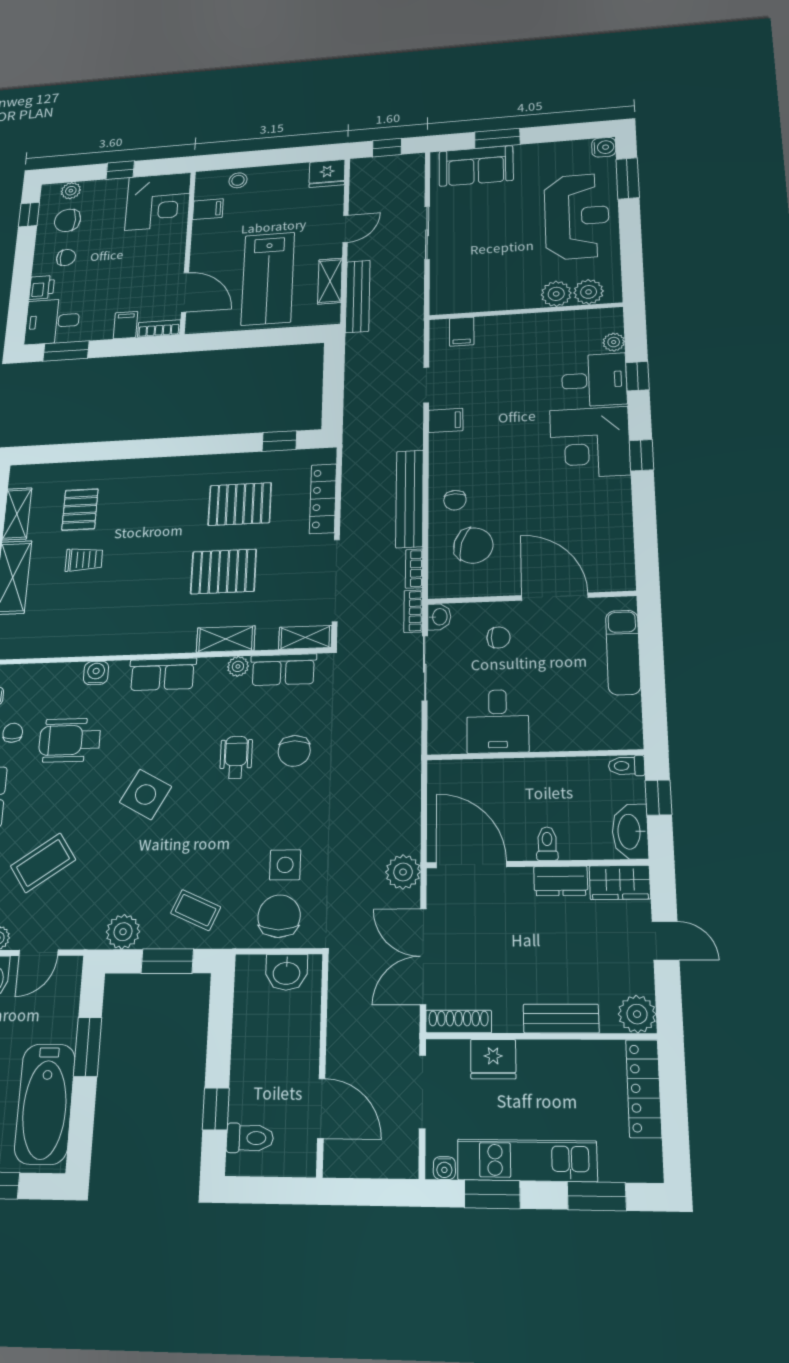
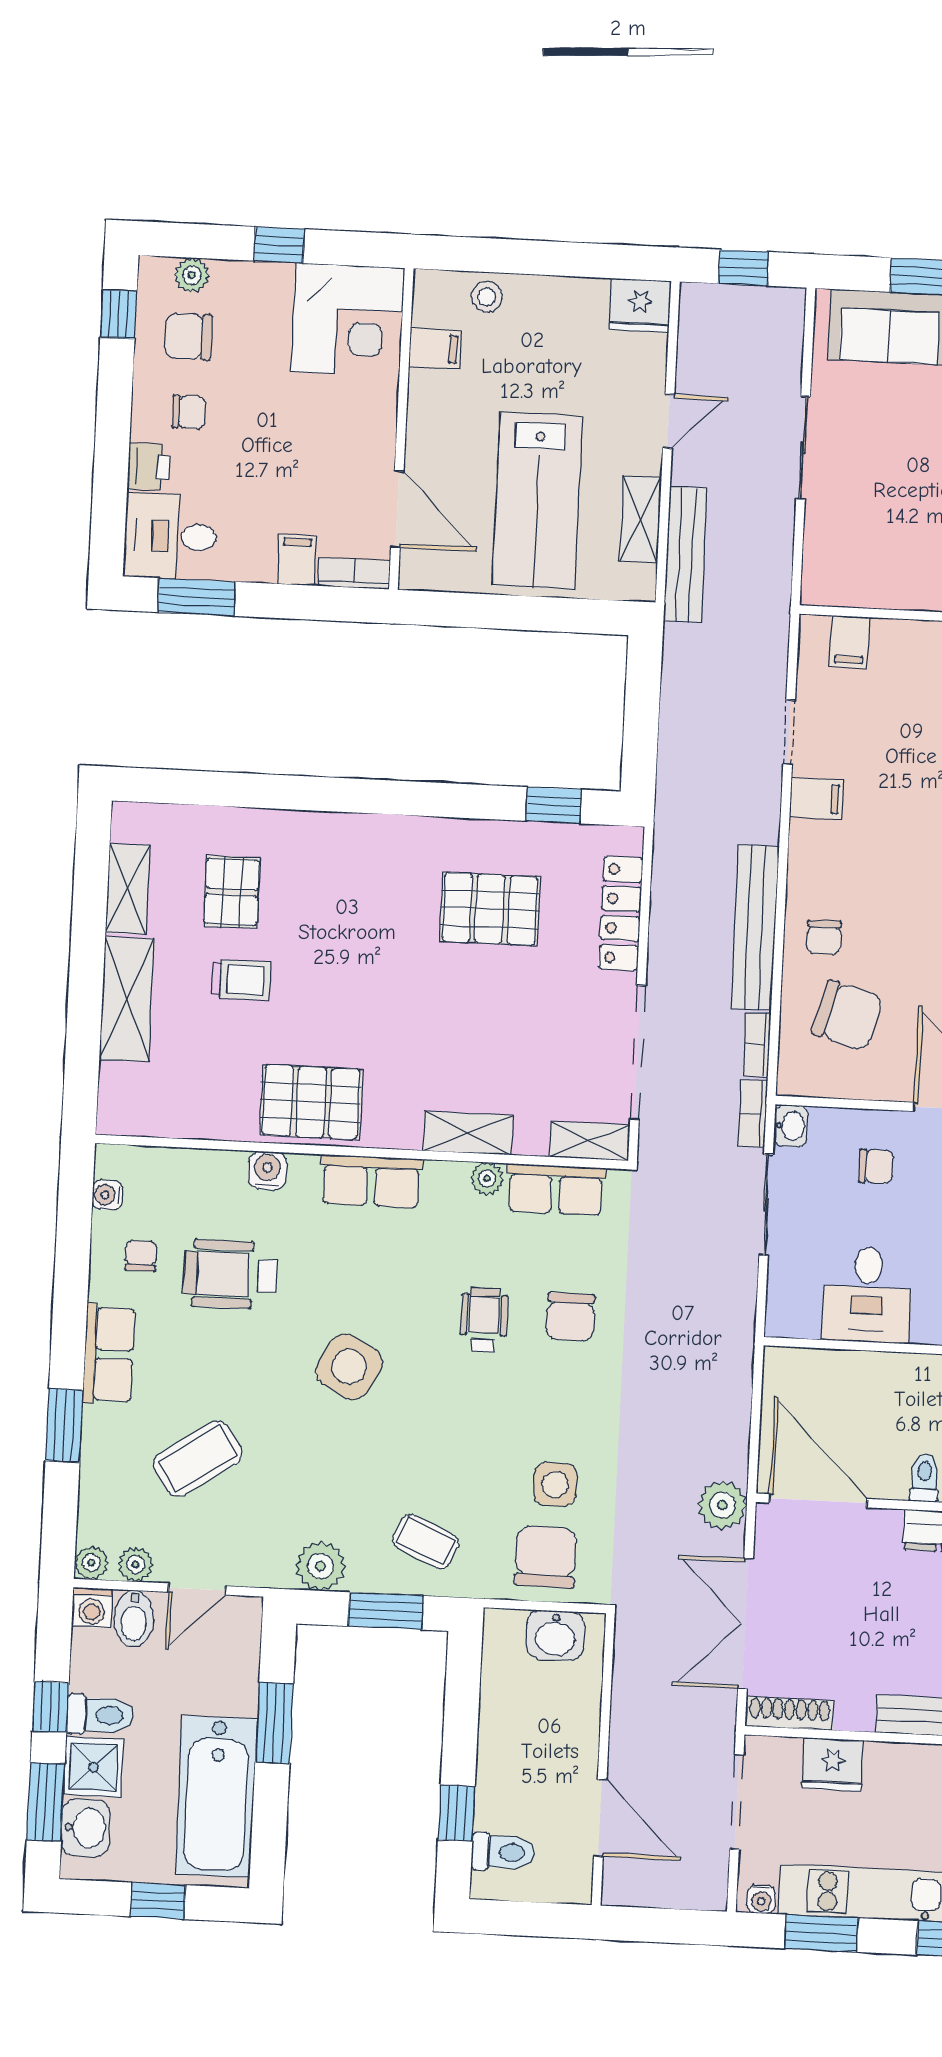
pallet: (223, 571) -> (311, 1102), moved

